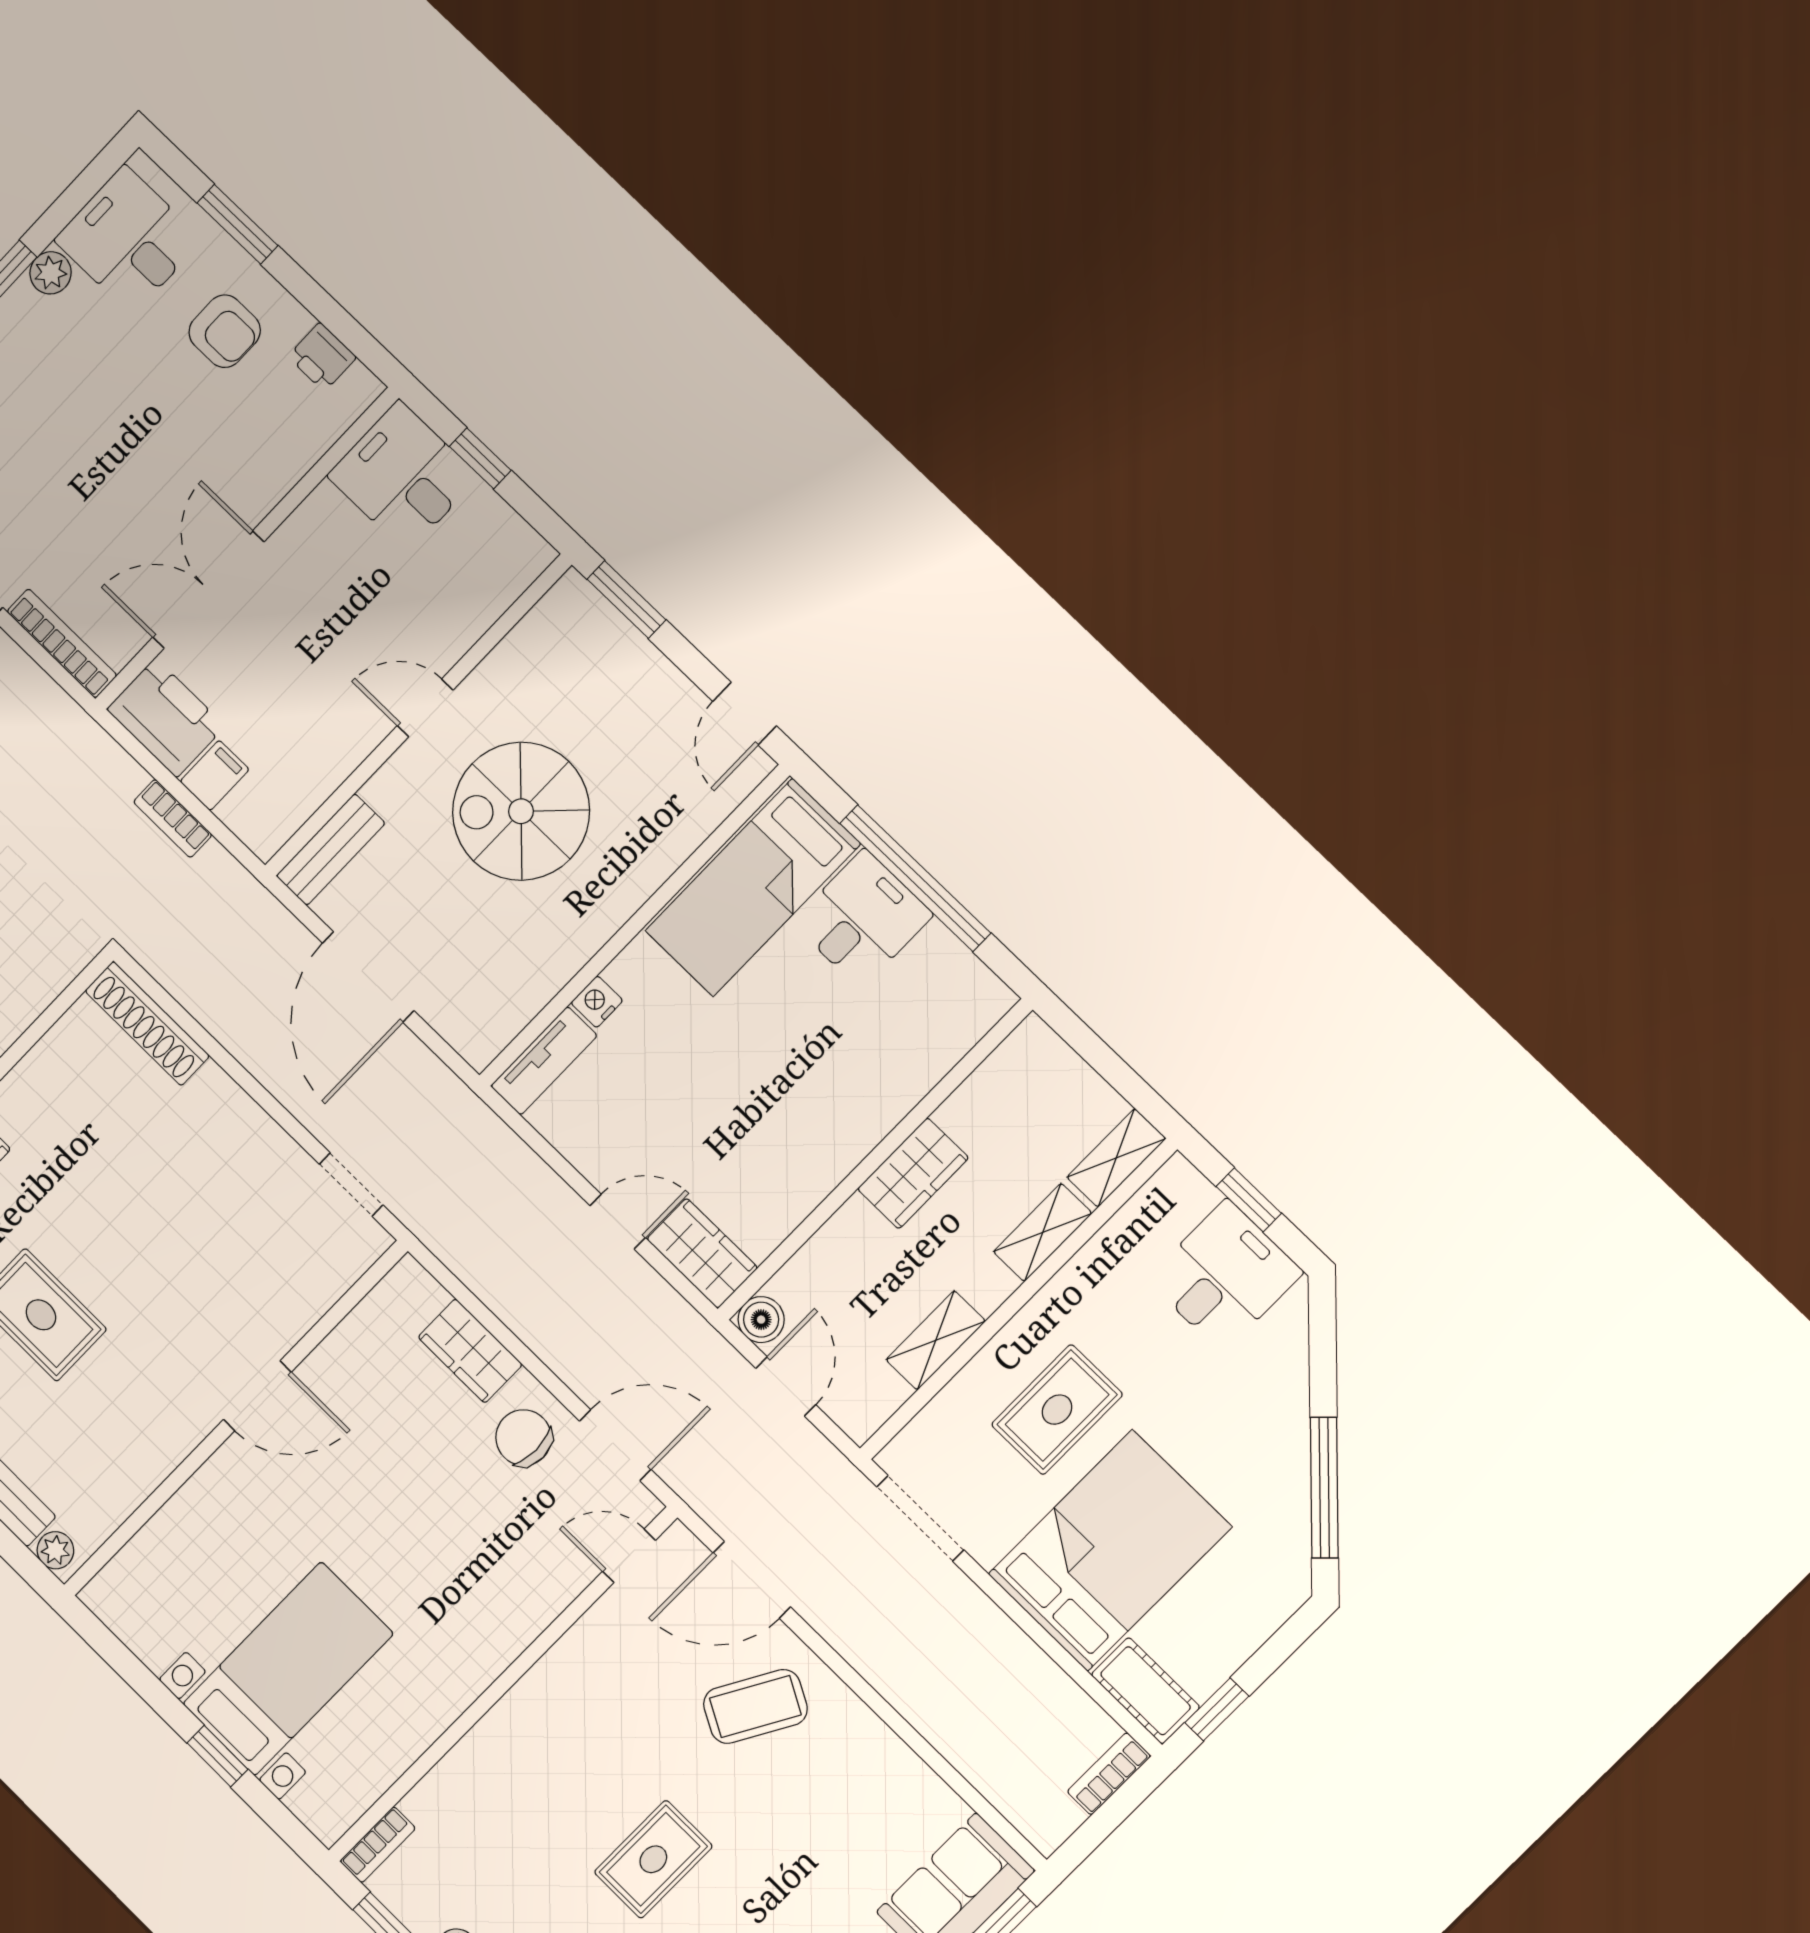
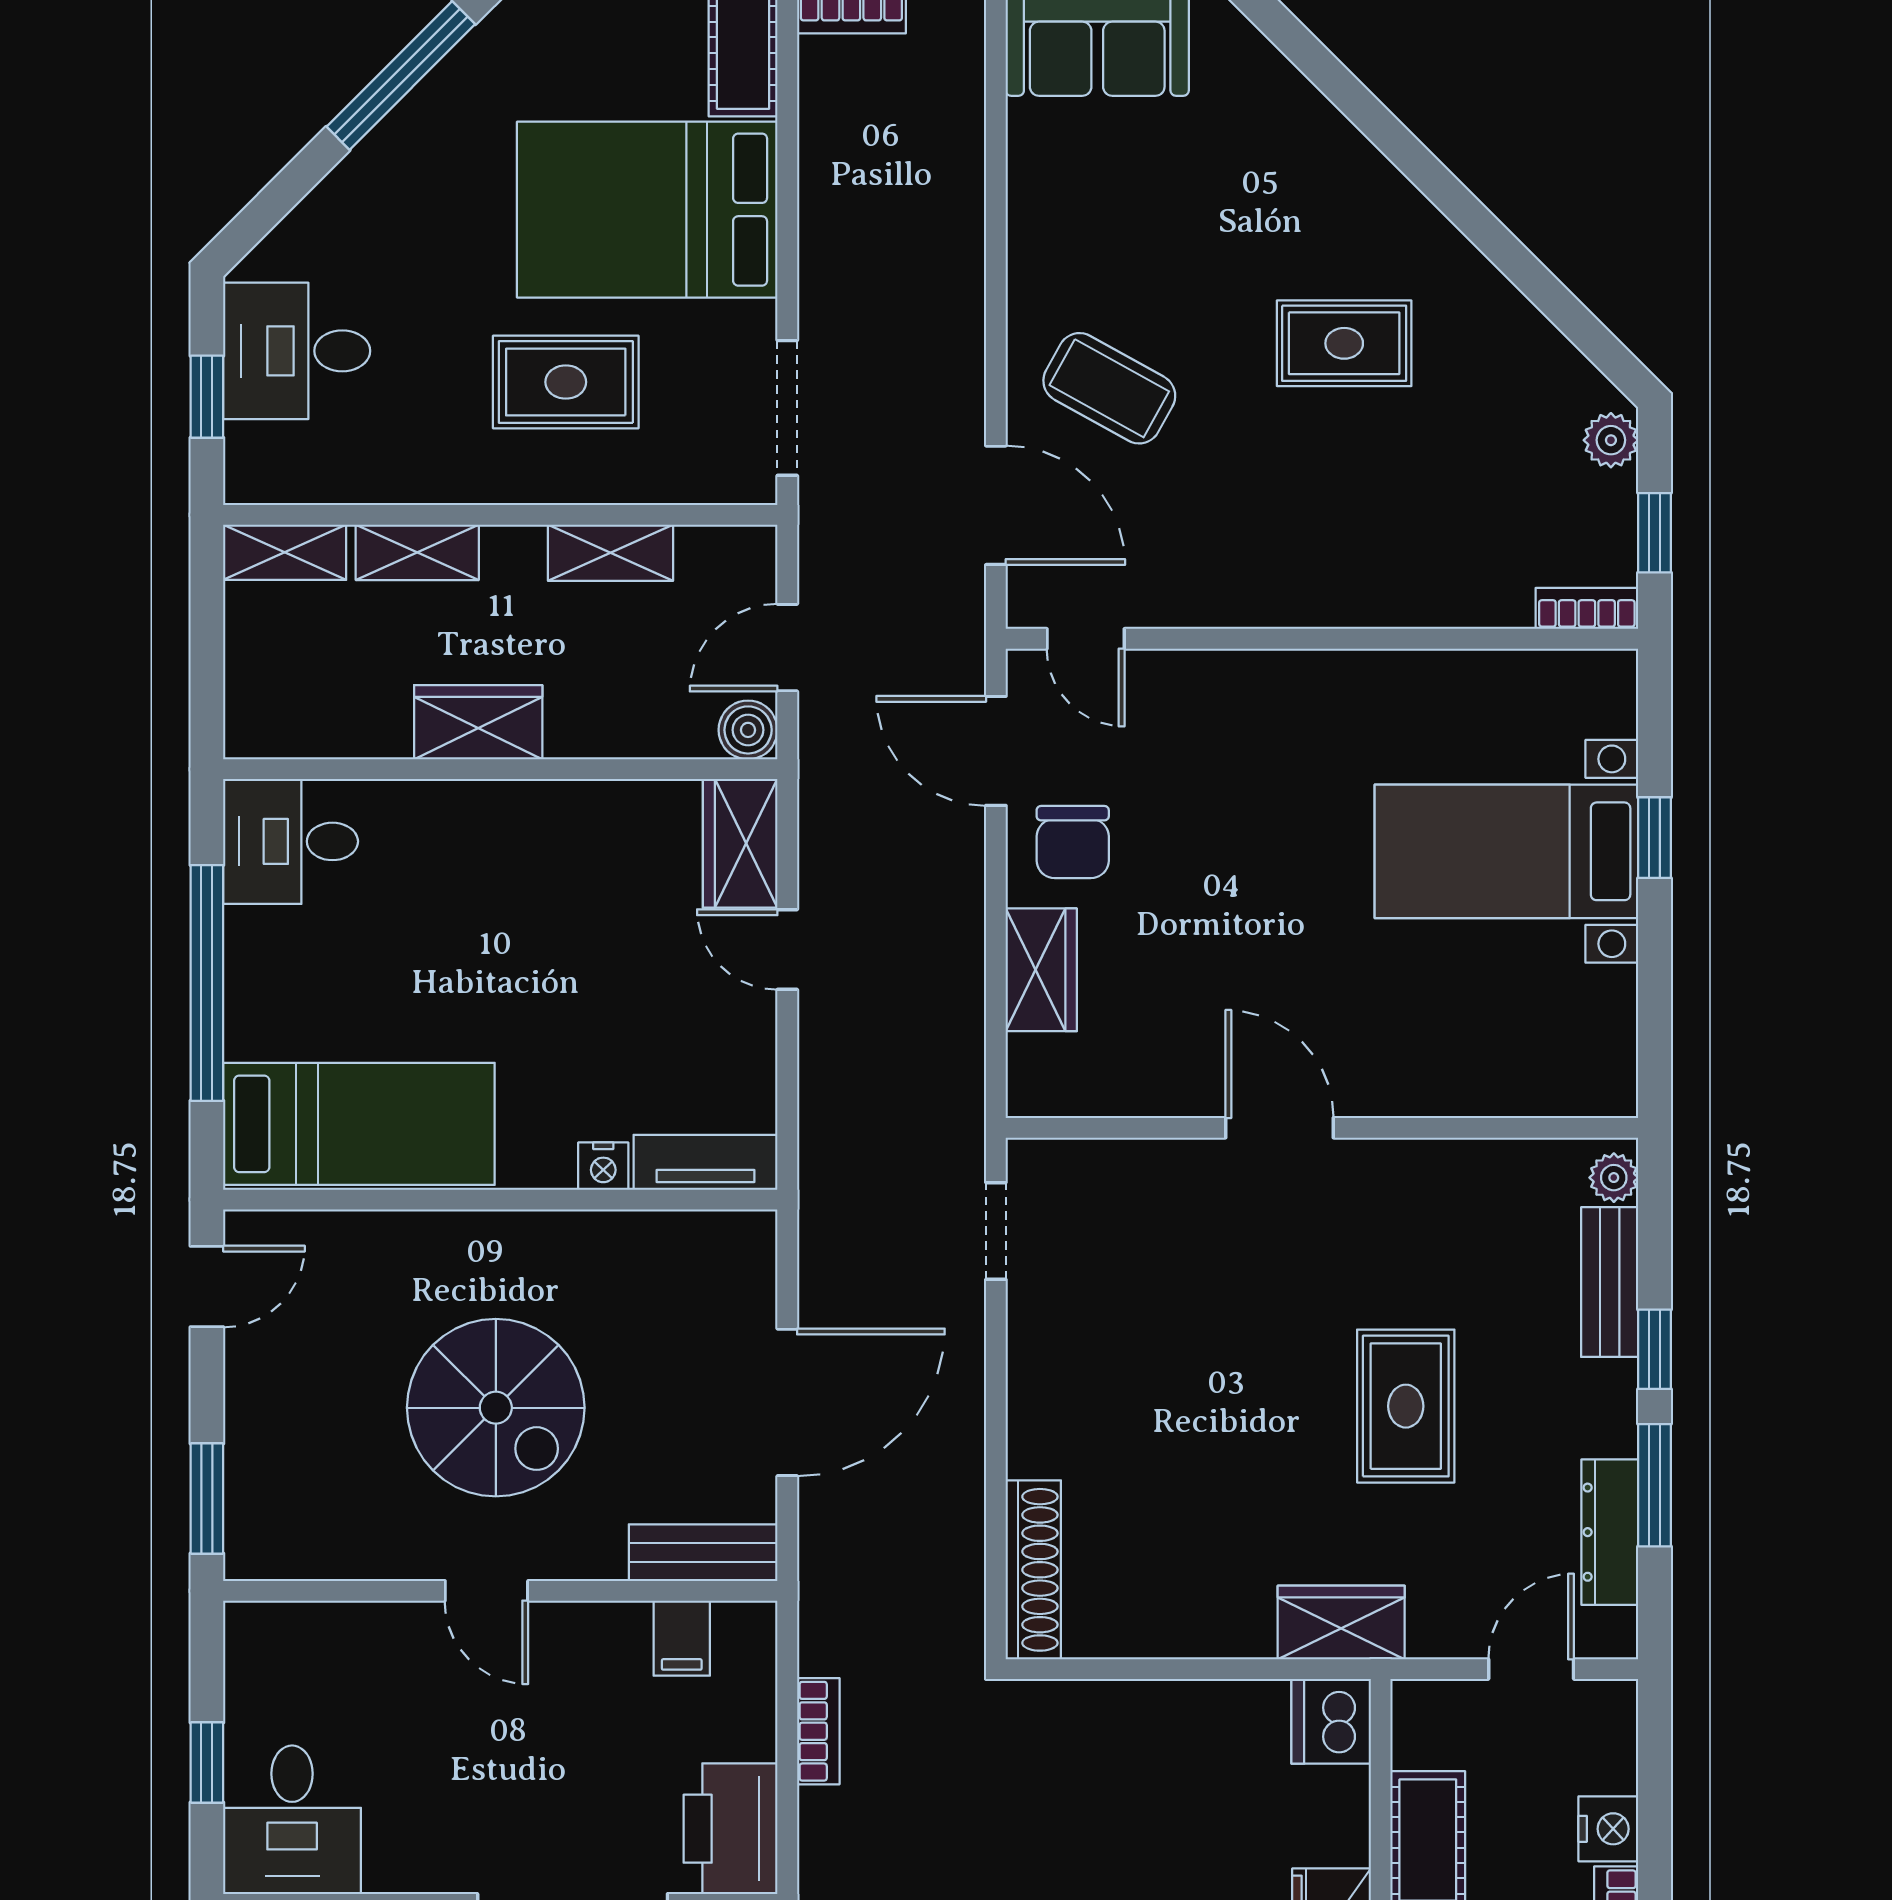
filing cabinet: (215, 775) -> (682, 1638), moved, turned -90
desk: (862, 919) -> (291, 841), moved

